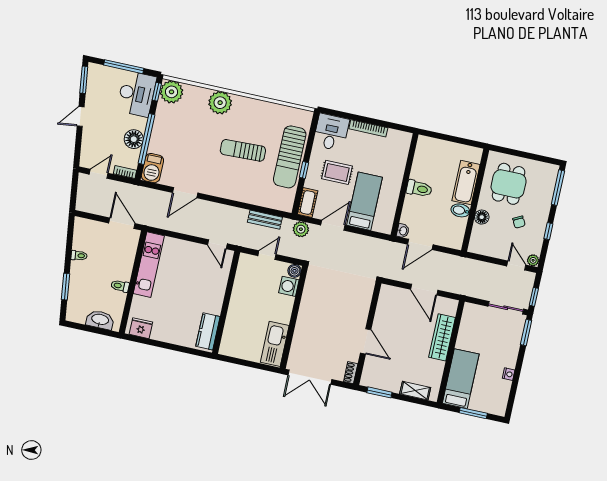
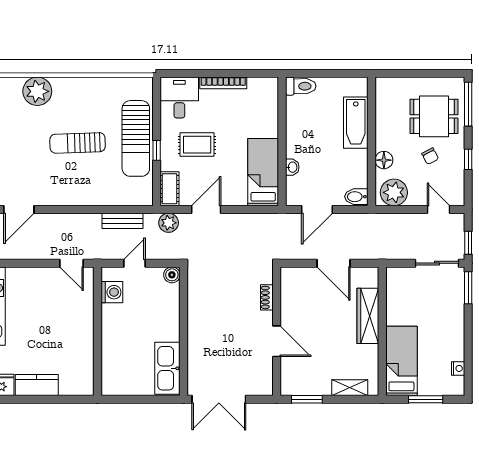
dining table: (509, 184) -> (434, 116), moved, turned 90
toilet: (419, 189) -> (301, 86), moved
bed: (364, 201) -> (263, 172), moved
bidet: (460, 210) -> (356, 197), moved
washbasin: (403, 231) -> (292, 167), moved
plant: (533, 260) -> (394, 192), moved, width x1.88, depth x1.88
washing machine: (289, 286) -> (112, 292), moved, turned 180
kitchen counter: (208, 331) -> (37, 385), moved, turned 90
shoe rack: (351, 373) -> (267, 297), moved
nightstand: (509, 374) -> (458, 368), moved

